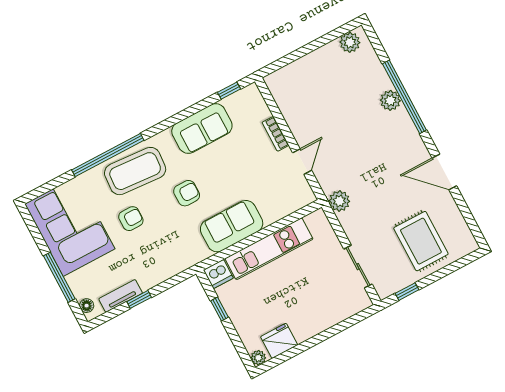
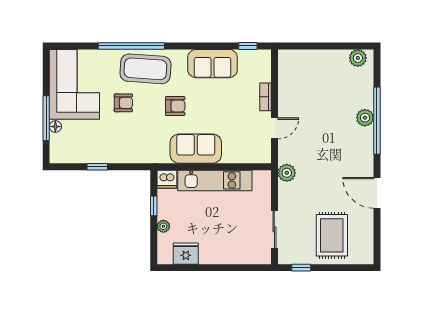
tv unit: (121, 296) -> (85, 157), removed
floor lamp: (87, 306) -> (55, 127), moved
plant: (258, 358) -> (163, 226), moved

